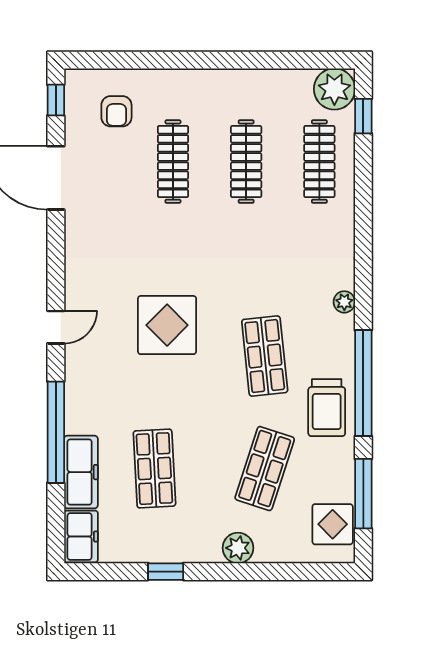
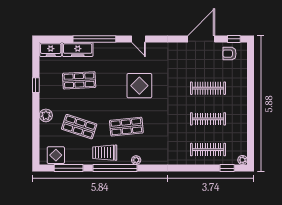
plant: (334, 89) -> (242, 160), width x0.53, depth x0.53
armchair: (116, 111) -> (229, 54), moved
plant: (344, 302) -> (136, 160), moved

